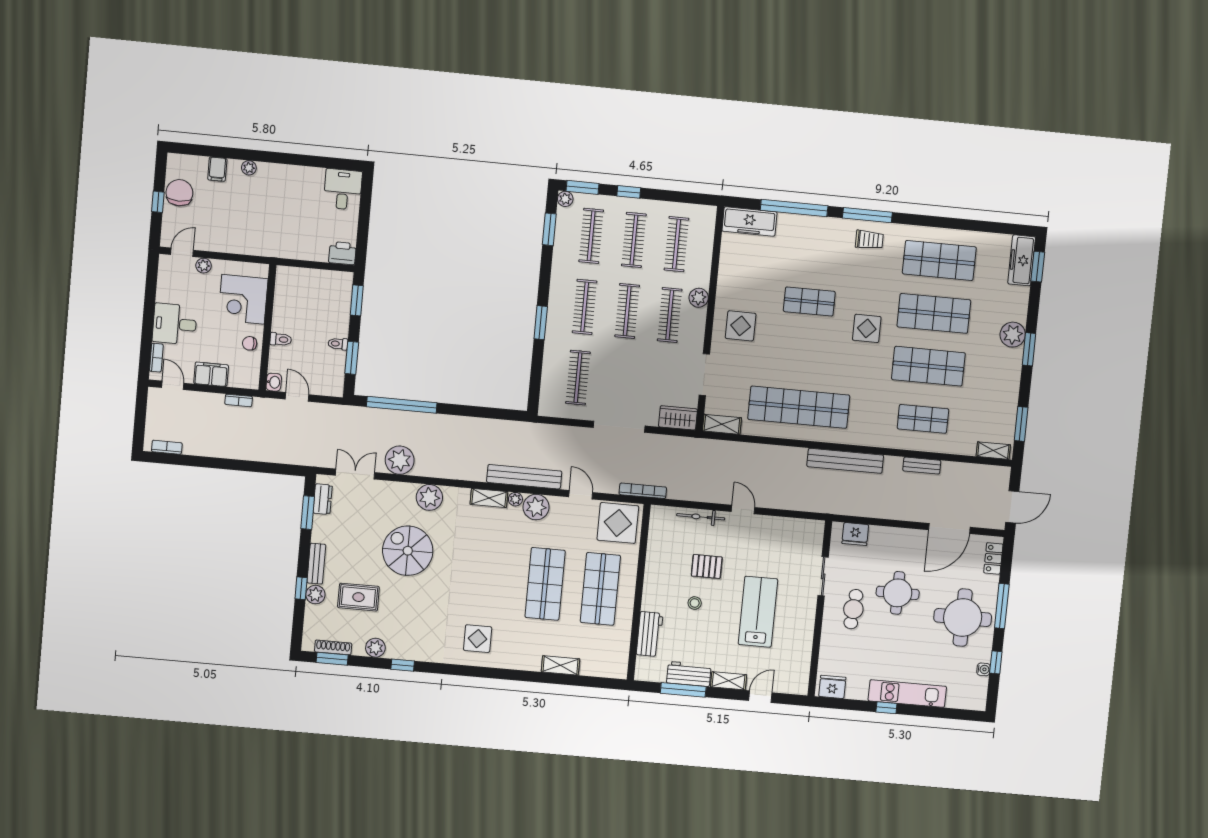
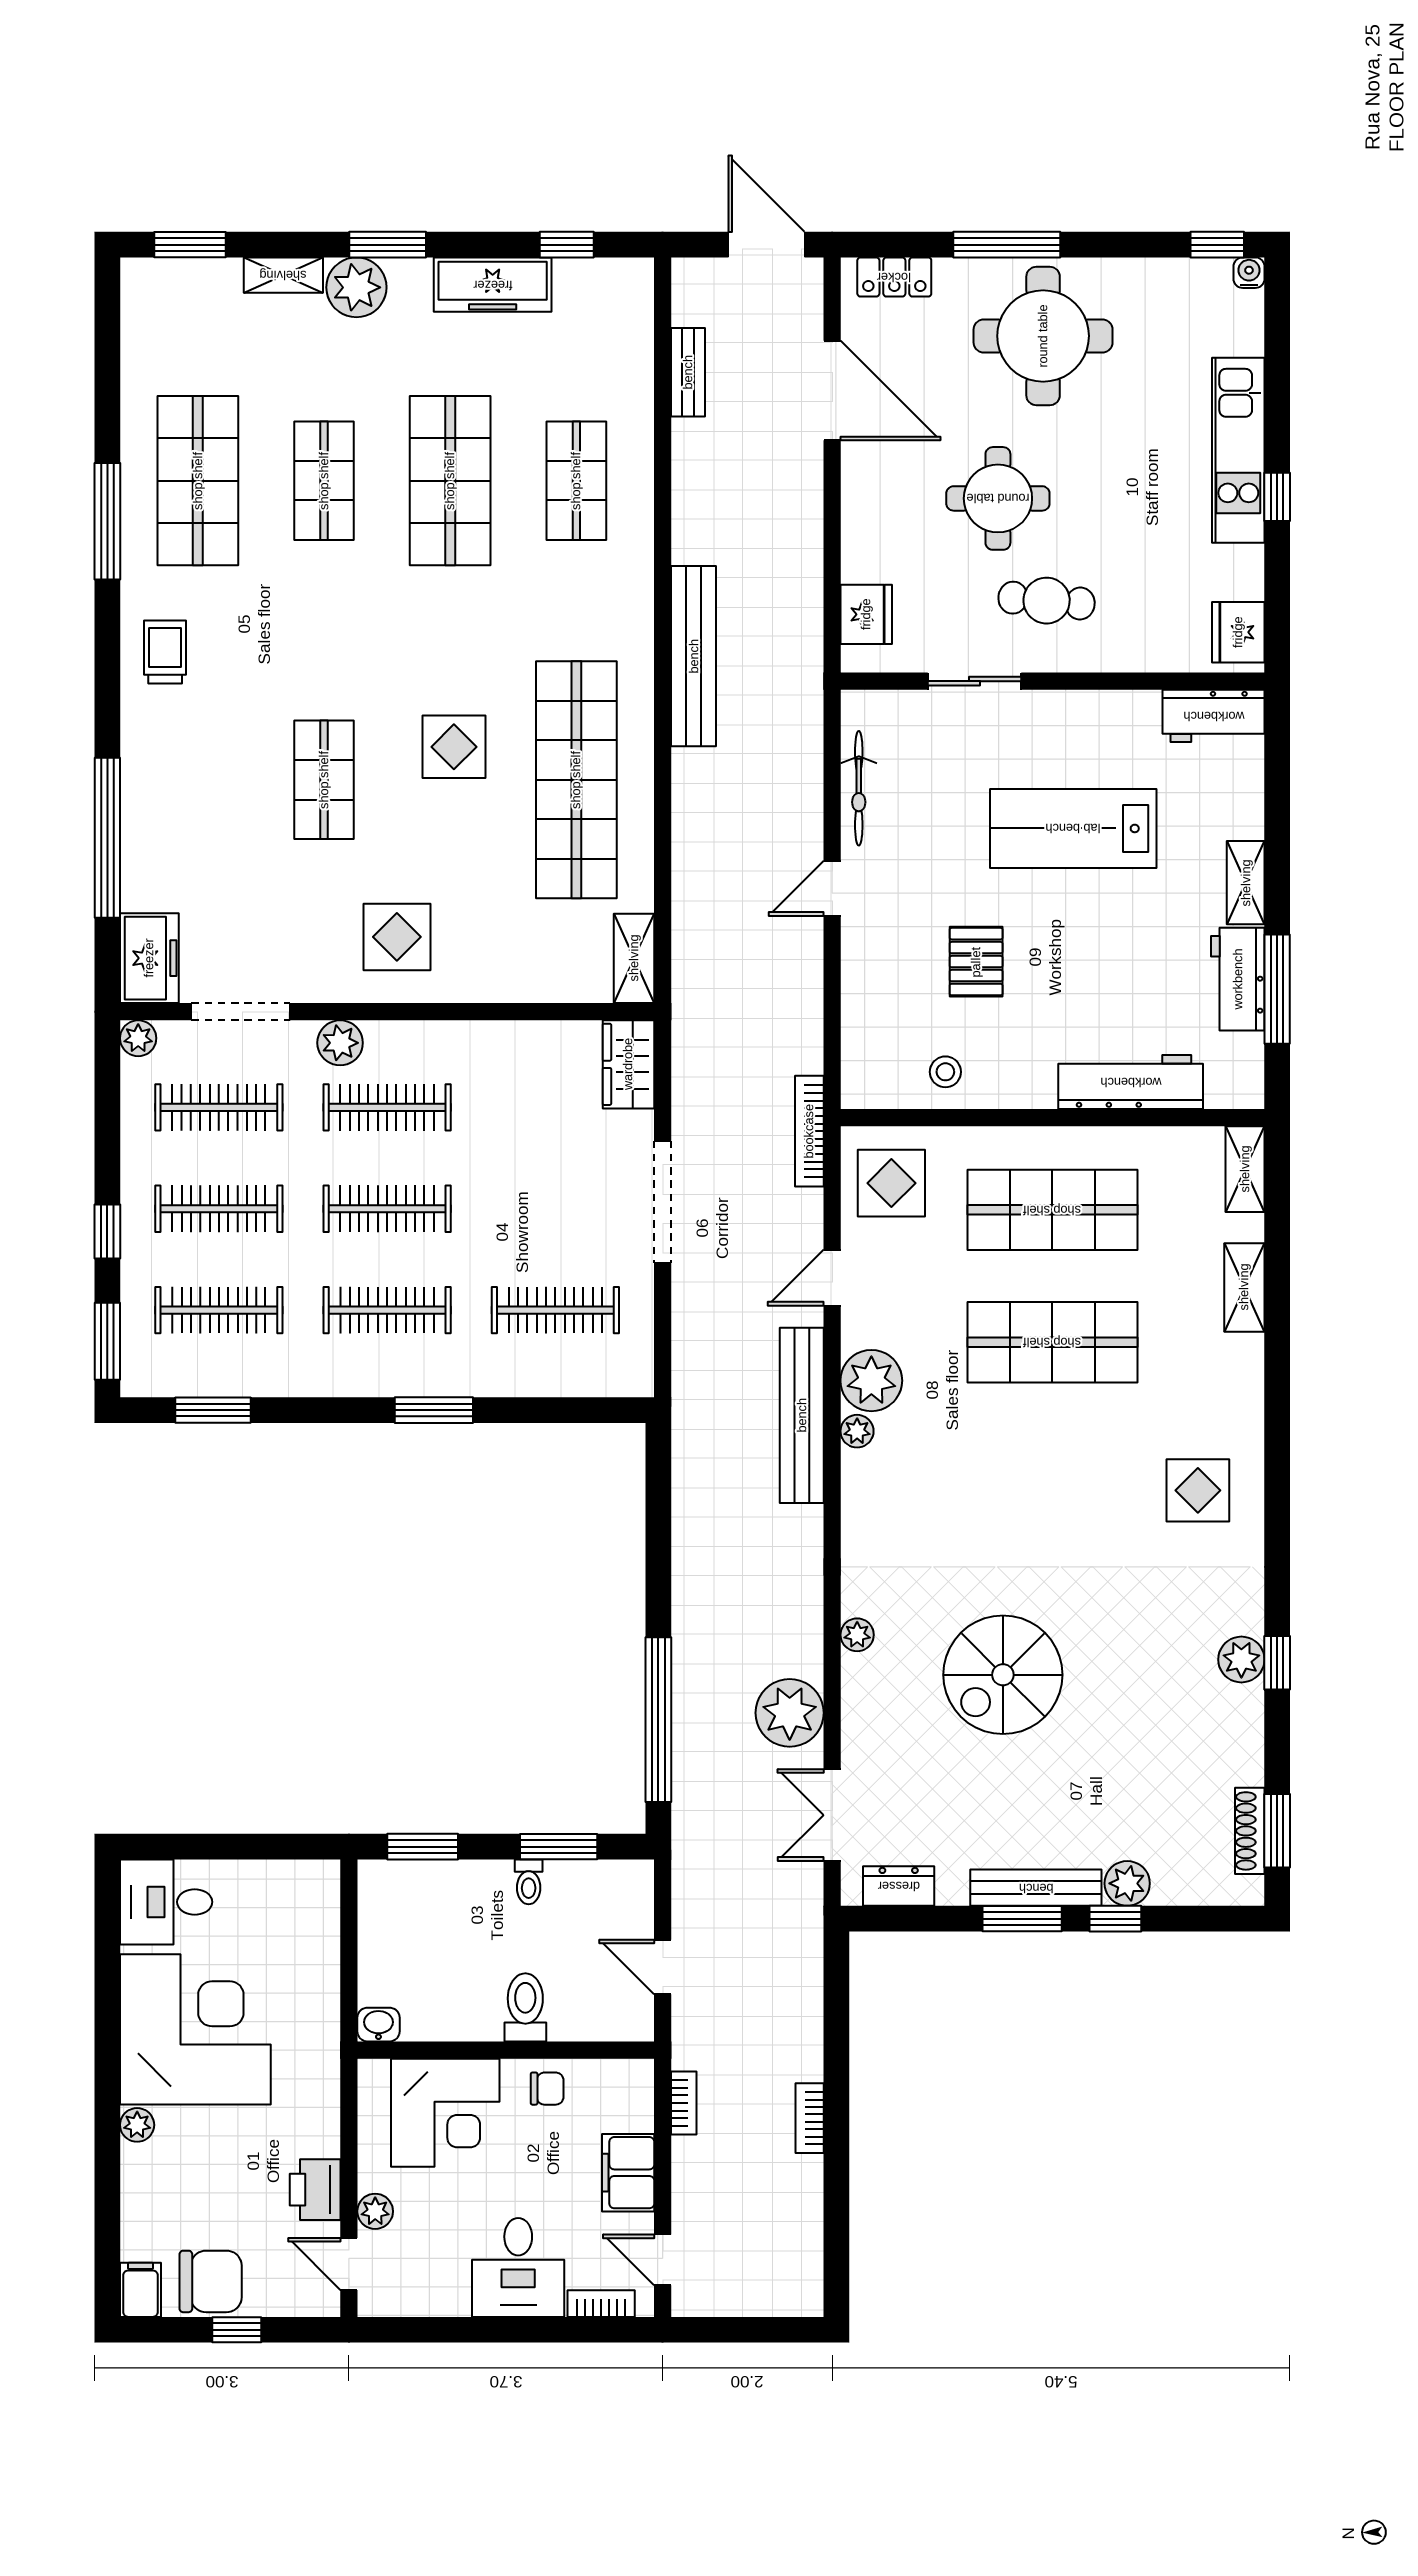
filing cabinet: (217, 169) -> (140, 2290), moved, turned -90
chair: (179, 193) -> (211, 2281), turned 180
corner desk: (287, 197) -> (195, 2029), added
plant: (565, 199) -> (138, 1038), moved
window: (867, 215) -> (107, 521), moved
freezer: (749, 222) -> (149, 958), width x0.71
printer: (342, 253) -> (315, 2190), moved
freezer: (1022, 260) -> (493, 285), moved
shop shelf: (934, 313) -> (324, 481), width x0.70, depth x0.74
display table: (867, 328) -> (454, 747), moved
toilet: (281, 339) -> (525, 2007), width x1.37, depth x1.39
chair: (250, 343) -> (547, 2089), turned -90
doorway: (704, 375) -> (241, 1012), moved
washbasin: (274, 382) -> (378, 2025), moved
door: (173, 385) -> (663, 2260), hinge flipped
door: (297, 397) -> (663, 1967), hinge flipped
window: (1021, 424) -> (567, 245), width x0.67
bookcase: (167, 447) -> (810, 2118), moved
shelving: (993, 451) -> (283, 275), moved, turned 90
bench: (922, 466) -> (688, 372), moved
plant: (429, 497) -> (857, 1635), width x0.53, depth x0.53
shelving: (489, 498) -> (1245, 1169), moved
window: (308, 513) -> (1022, 1919), moved
bicycle: (701, 517) -> (859, 788), moved
display table: (618, 523) -> (891, 1183), width x0.73, depth x0.73
bench: (316, 564) -> (1036, 1888), width x1.36
rug: (358, 597) -> (1124, 1781), removed
stool: (695, 603) -> (945, 1072), moved
workbench: (650, 634) -> (1131, 1082), width x1.38
plant: (375, 648) -> (1241, 1660), moved
window: (996, 662) -> (1217, 245), moved
water cooler: (983, 669) -> (1249, 273), moved
workbench: (799, 674) -> (1214, 716), added
door: (760, 697) -> (1277, 803), removed

